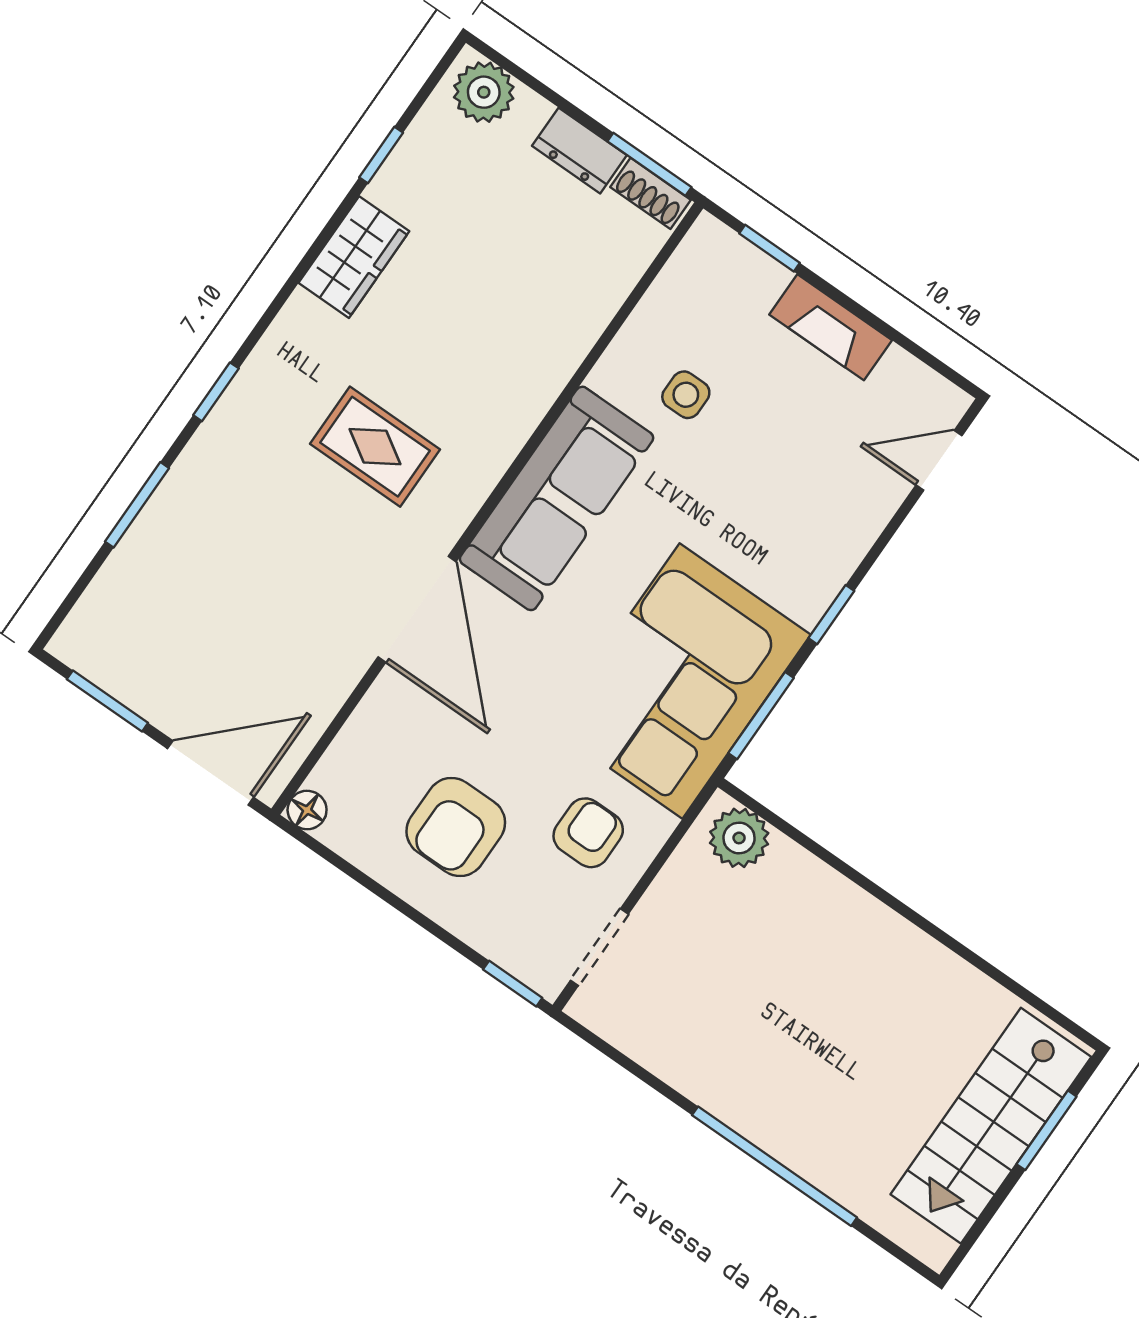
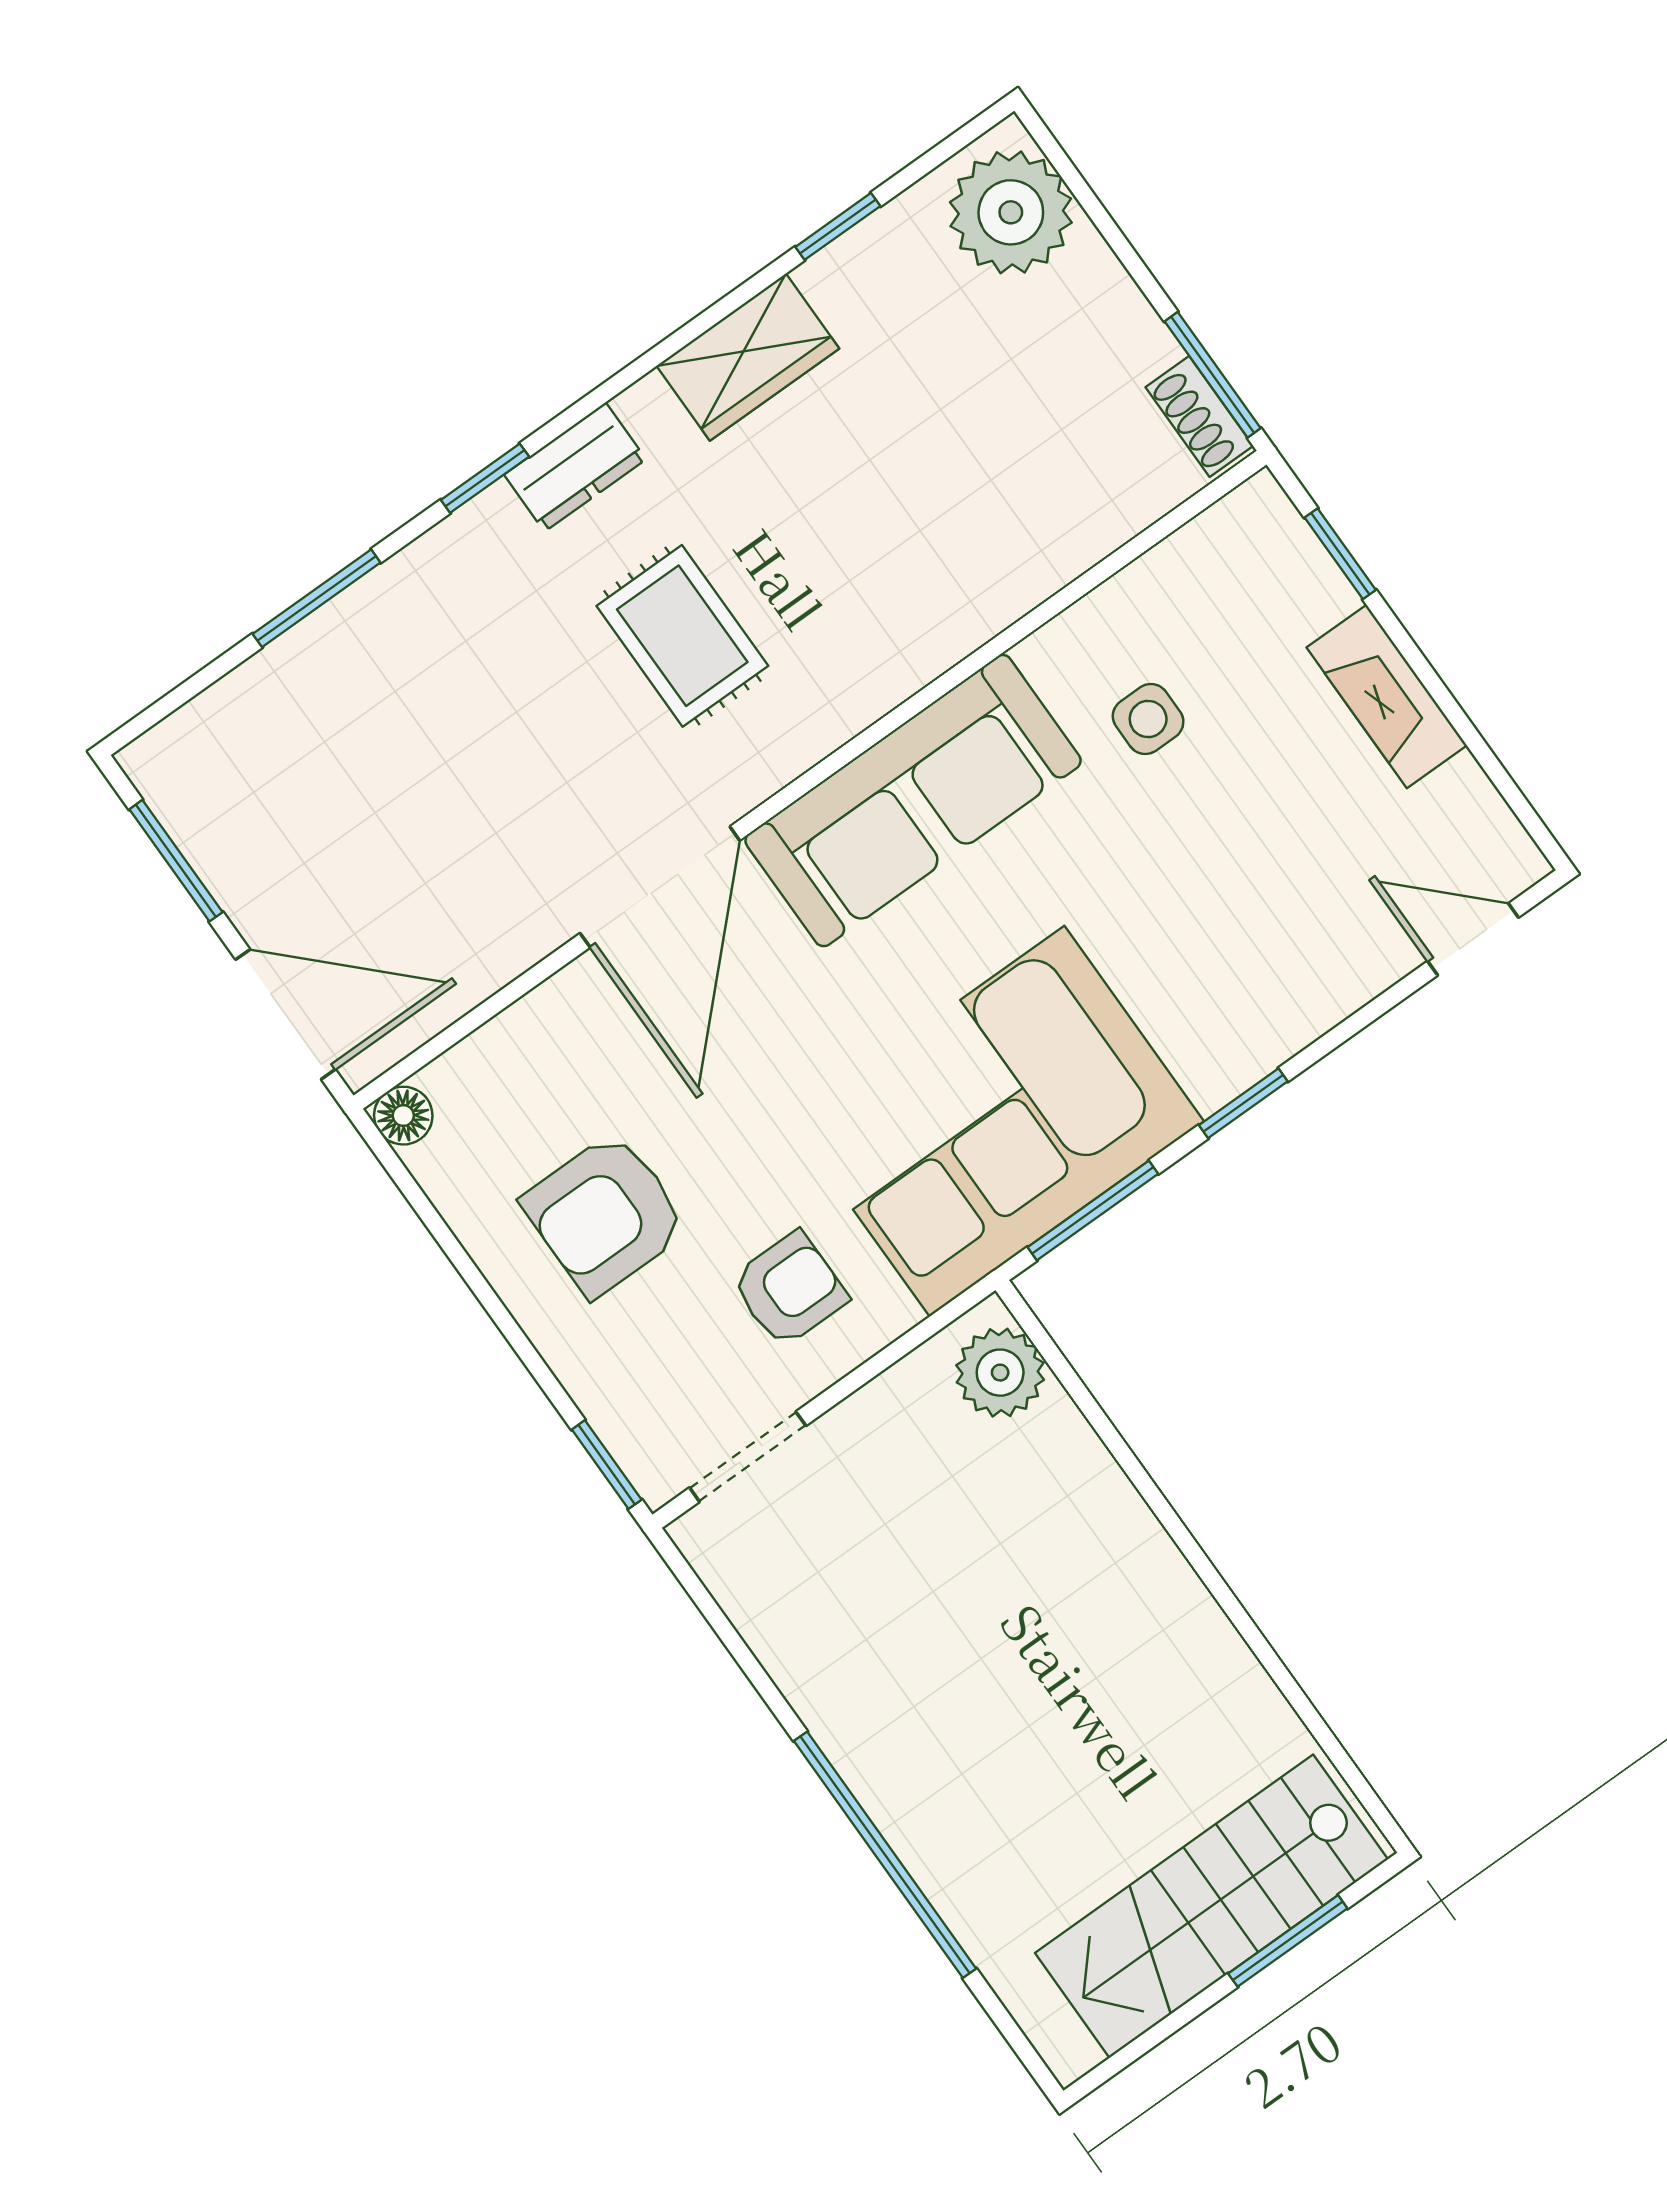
plant: (484, 92) -> (1011, 212), width x1.36, depth x1.36
dresser: (579, 151) -> (575, 467), moved, turned -90

